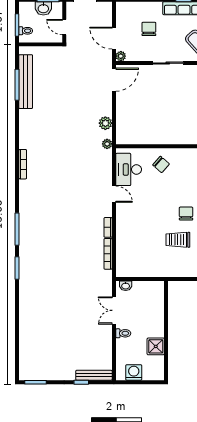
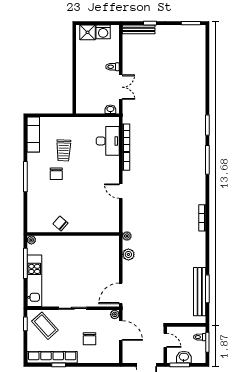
chair: (161, 164) -> (60, 223), moved
desk: (129, 169) -> (108, 141), moved
trolley: (178, 240) -> (64, 150), turned 92
shower: (156, 346) -> (88, 32), moved

